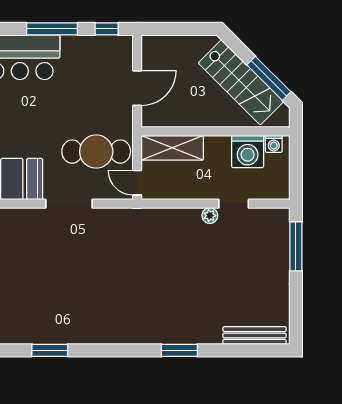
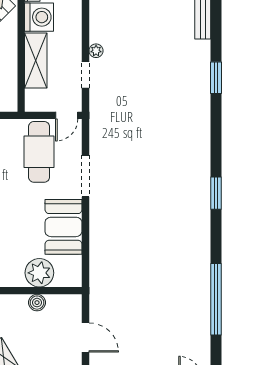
shelving: (172, 148) -> (36, 60), moved
doorway: (234, 204) -> (85, 75), moved

